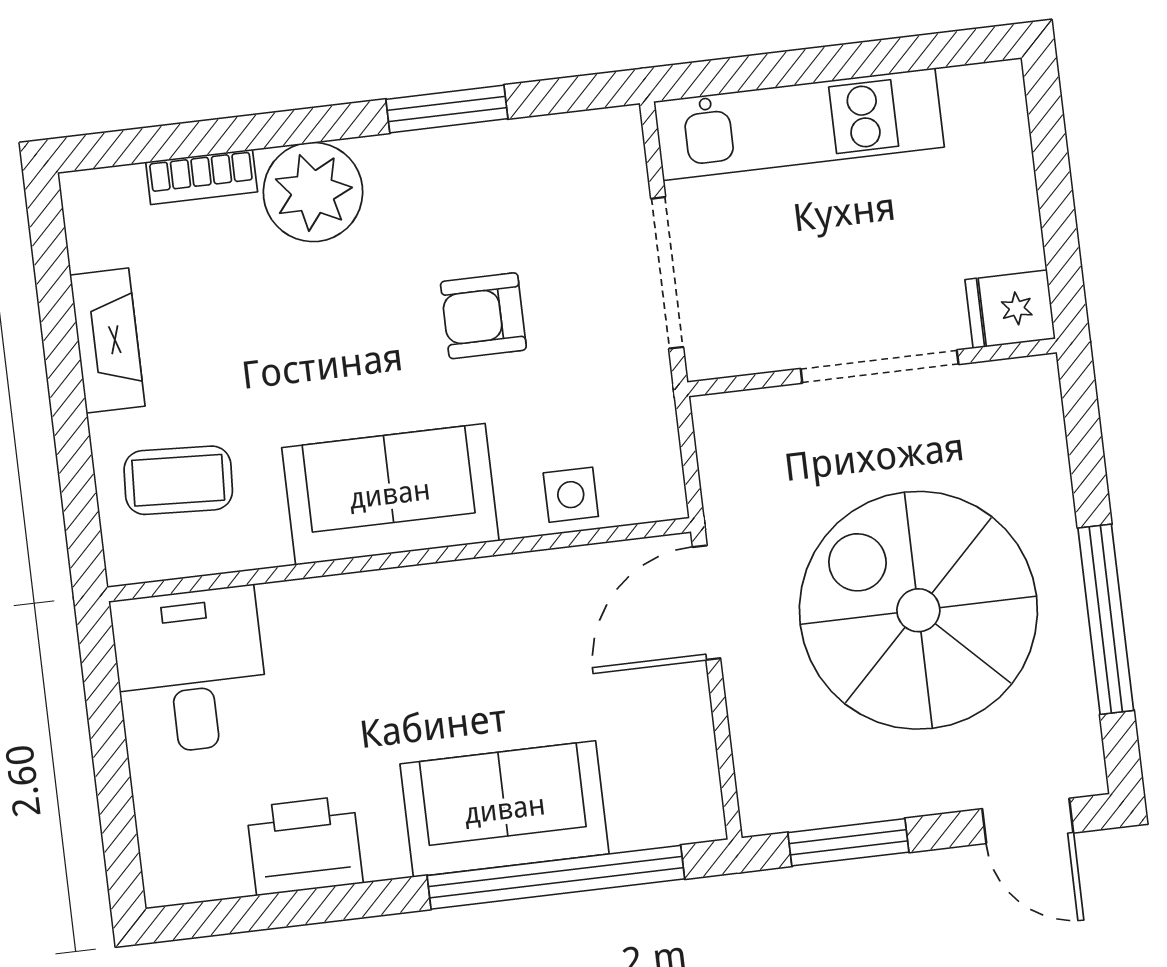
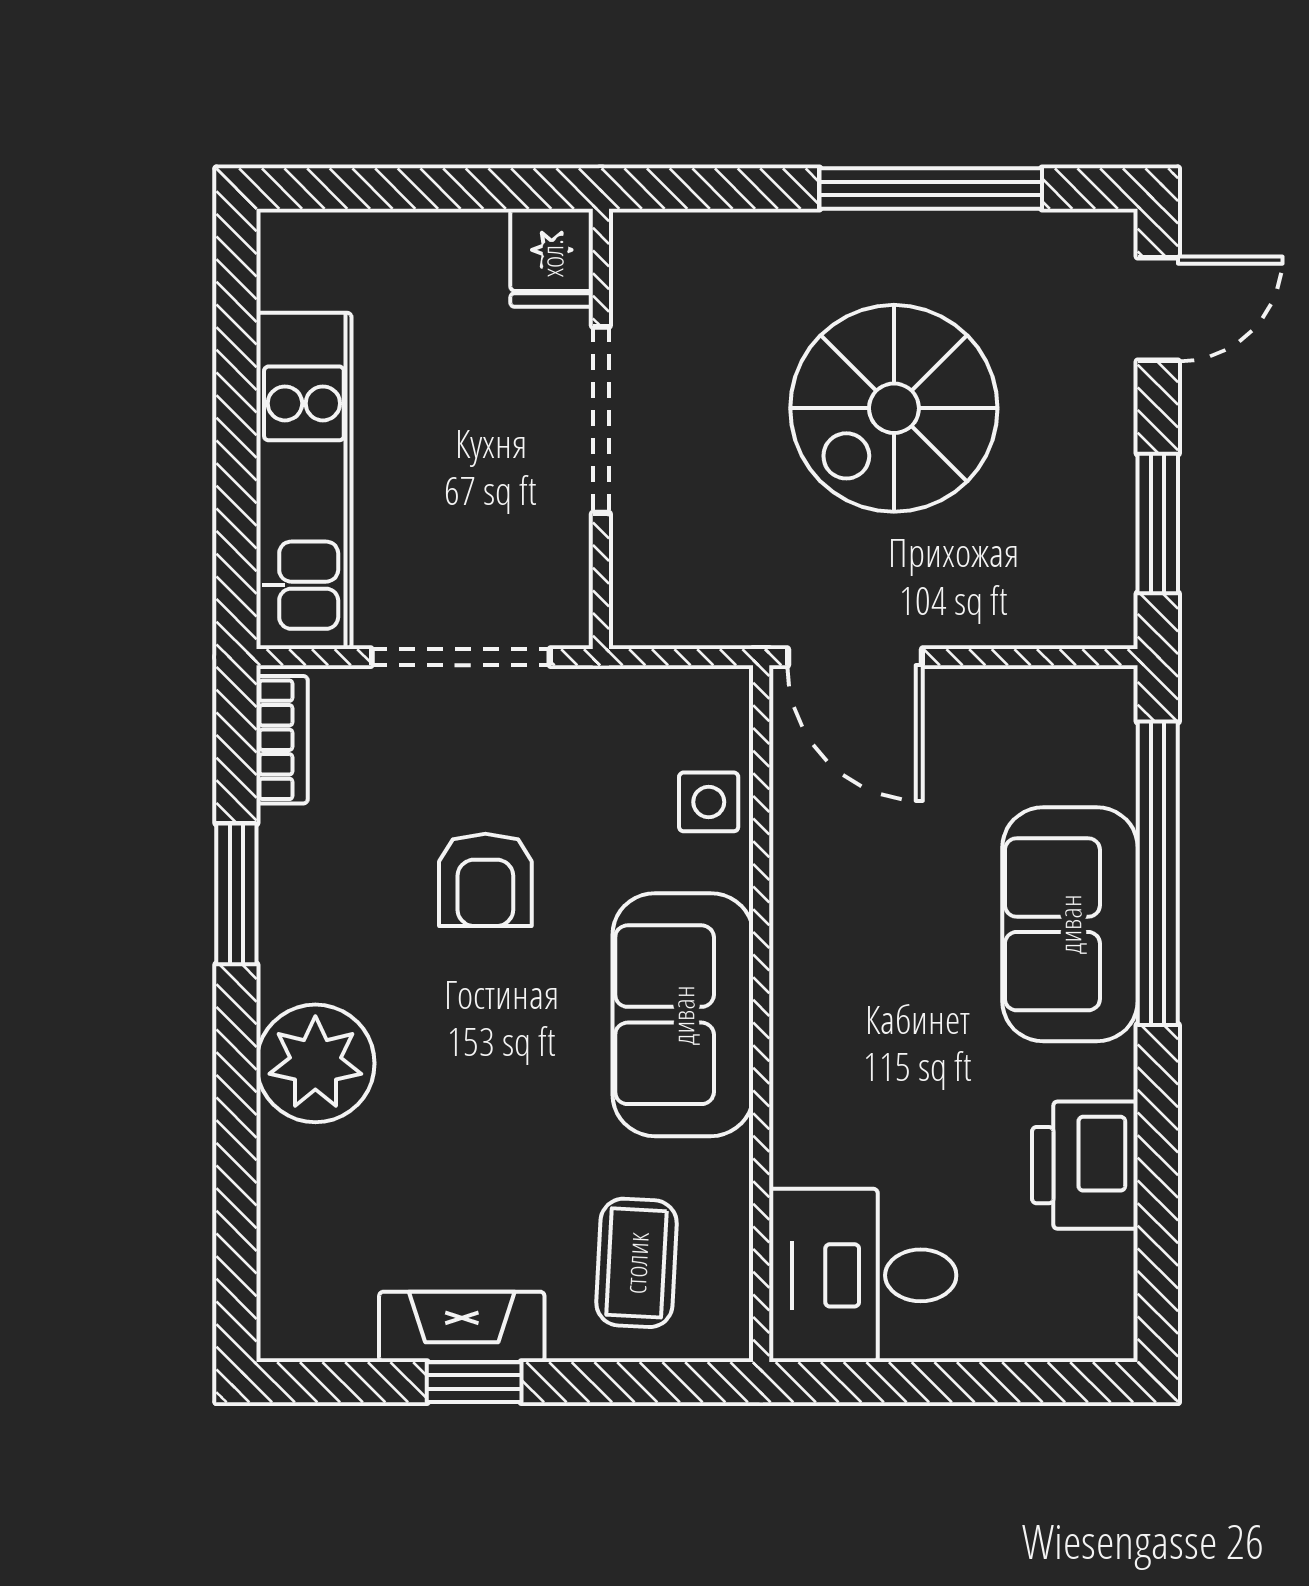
bookcase: (202, 177) -> (282, 740), moved
window: (62, 356) -> (474, 1382), added
spiral stairs: (918, 610) -> (894, 408), width x0.73, depth x0.73

